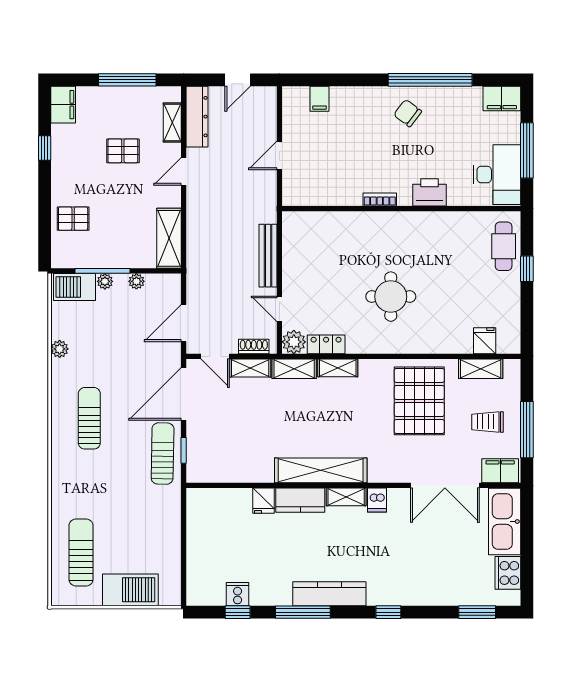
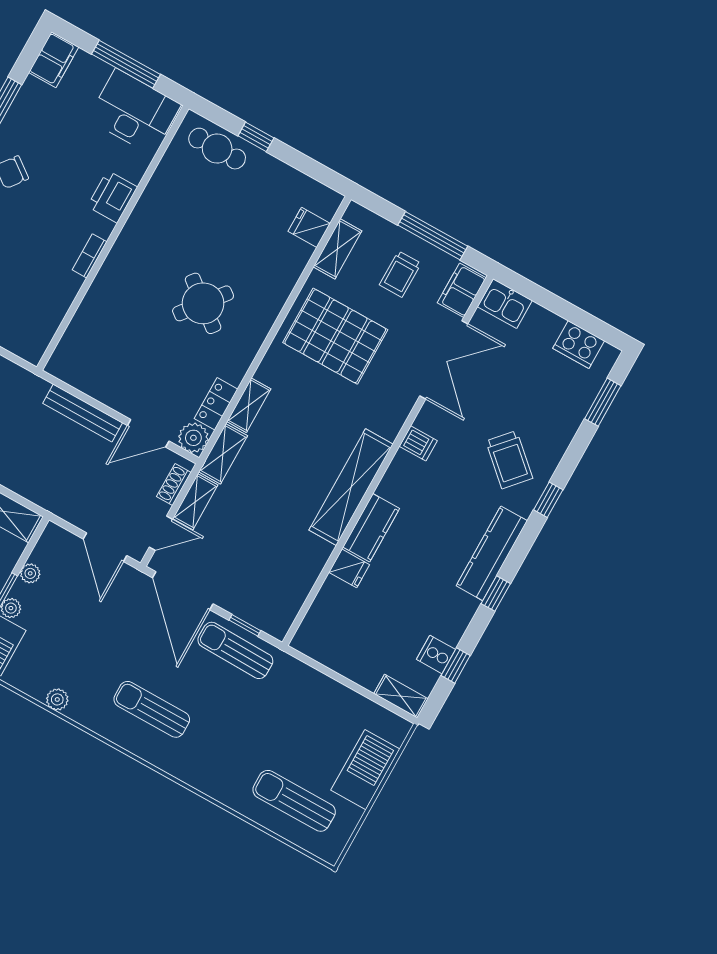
round table: (391, 297) -> (203, 303), turned 38
door: (279, 309) -> (148, 433), width x1.38
shelving: (346, 497) -> (401, 696), moved, turned 90
kitchen sink: (505, 522) -> (505, 304), width x0.53, depth x0.81
trolley: (401, 570) -> (509, 460), added
window: (303, 612) -> (496, 594), width x0.46

